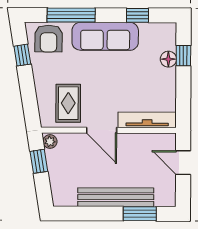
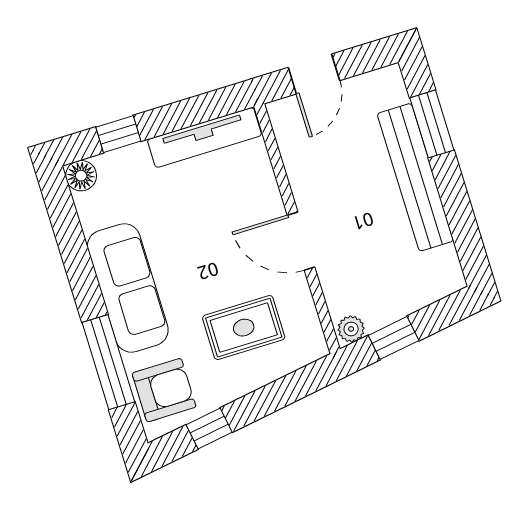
window: (138, 15) -> (71, 241), removed
floor lamp: (168, 59) -> (81, 176), moved
rug: (68, 103) -> (244, 328), moved
tv unit: (147, 120) -> (204, 137), moved, turned -90
door: (102, 130) -> (301, 241), swing flipped

